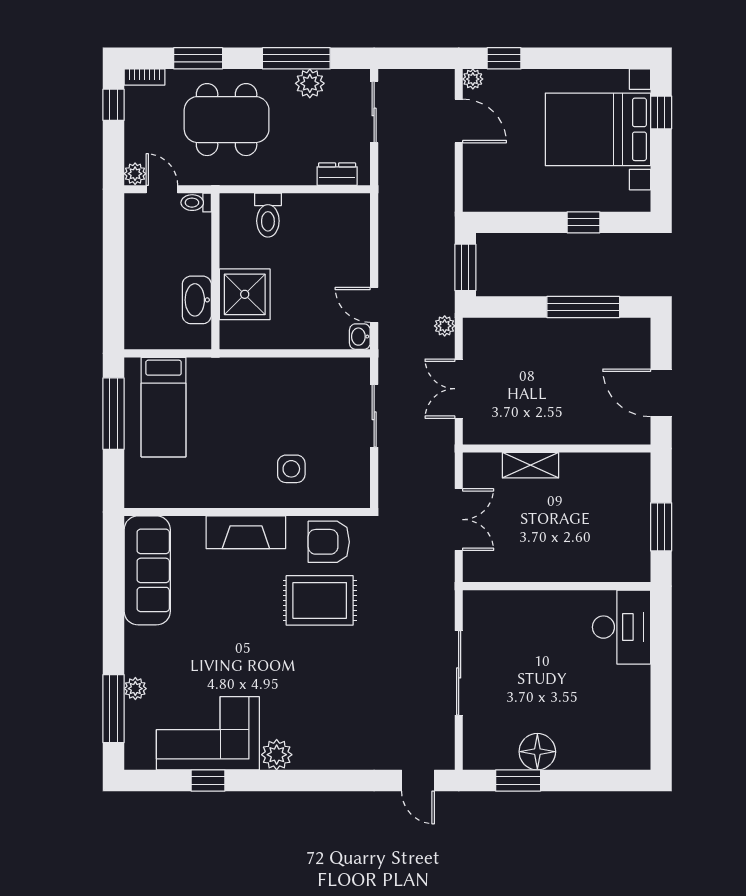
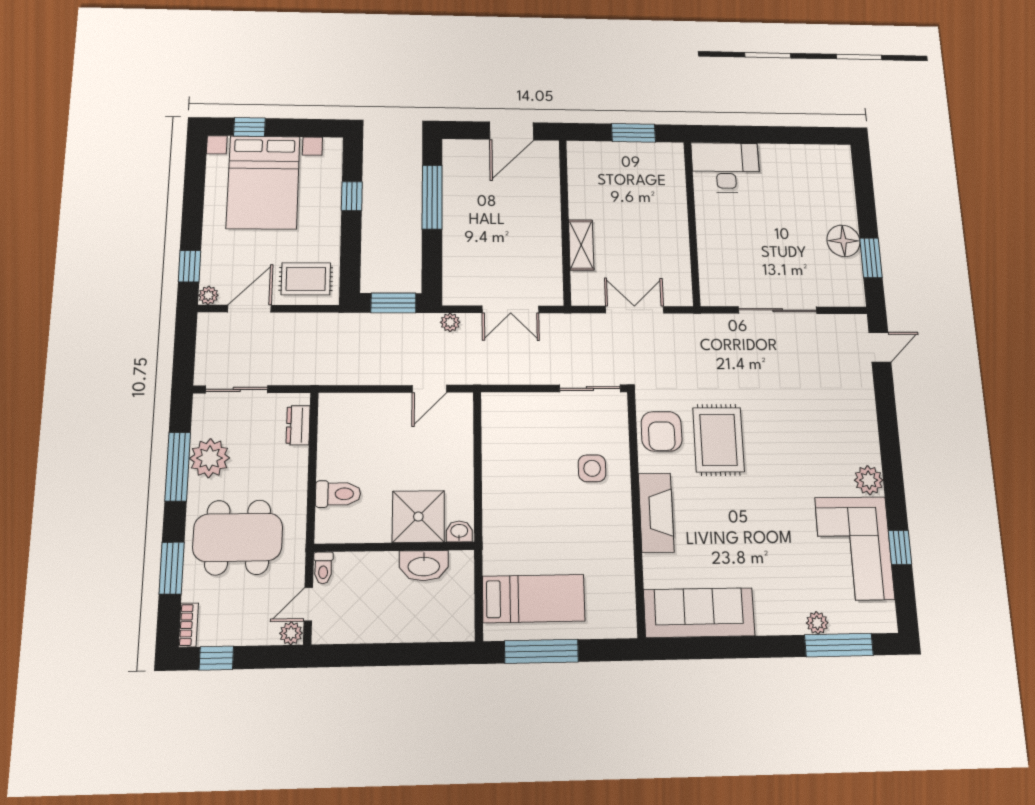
plant: (310, 83) -> (210, 458), width x1.36, depth x1.36
dining table: (227, 120) -> (238, 537), turned 90
rug: (491, 177) -> (306, 279), added
washbasin: (360, 337) -> (459, 531), moved, turned 180
sliding door: (374, 416) -> (590, 388), moved

